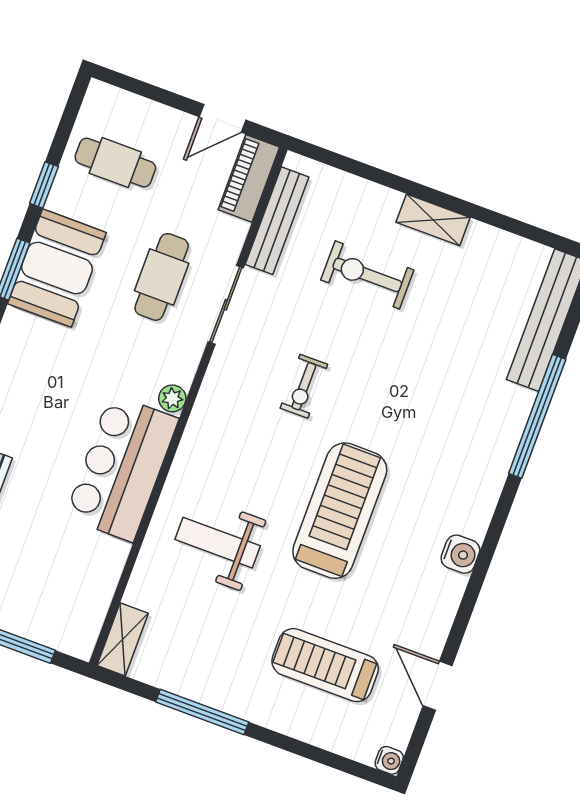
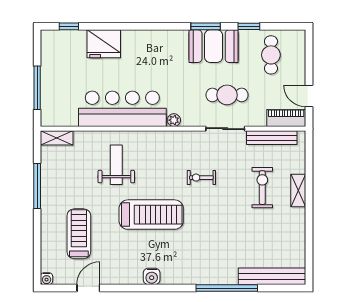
shelving: (433, 220) -> (298, 191), moved
bar counter: (122, 468) -> (122, 109), width x1.36

